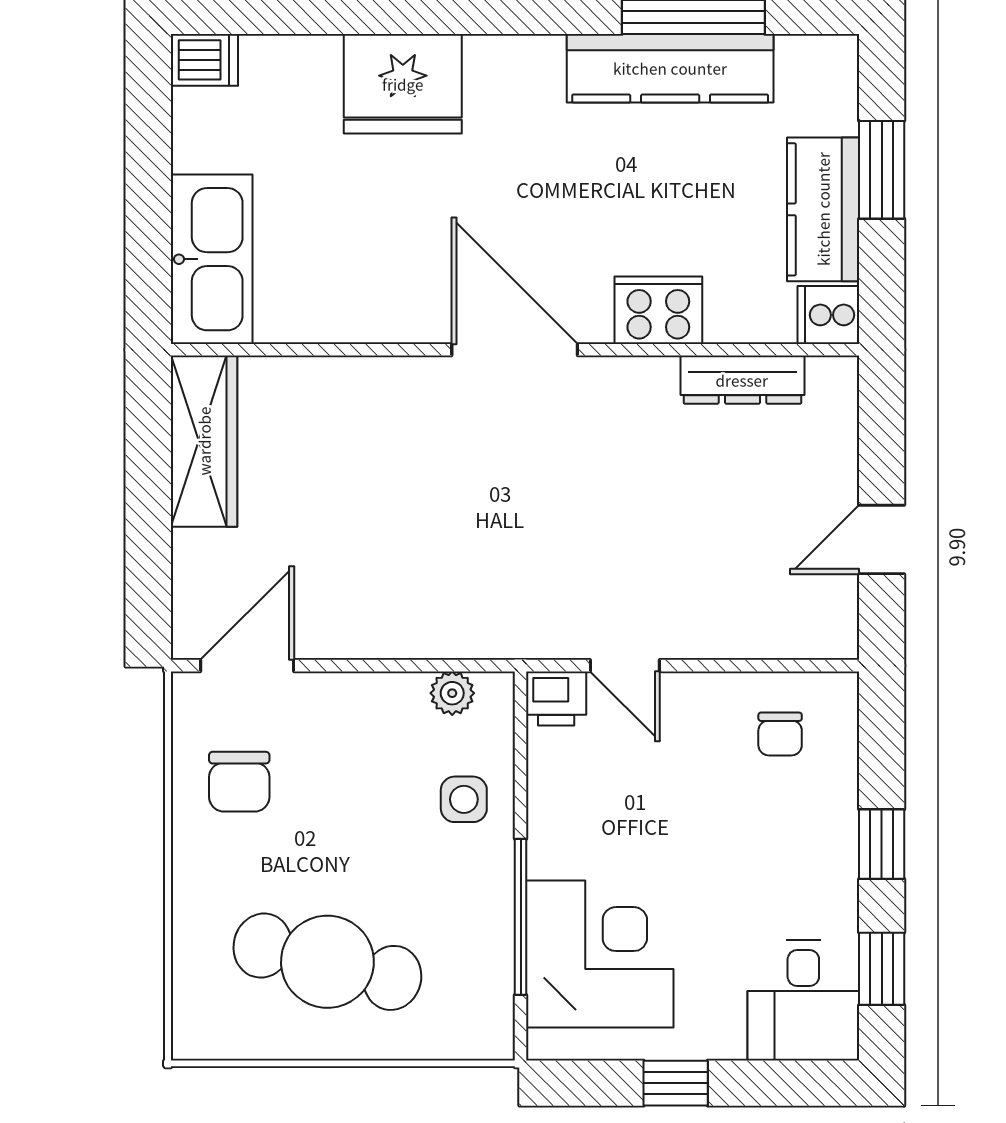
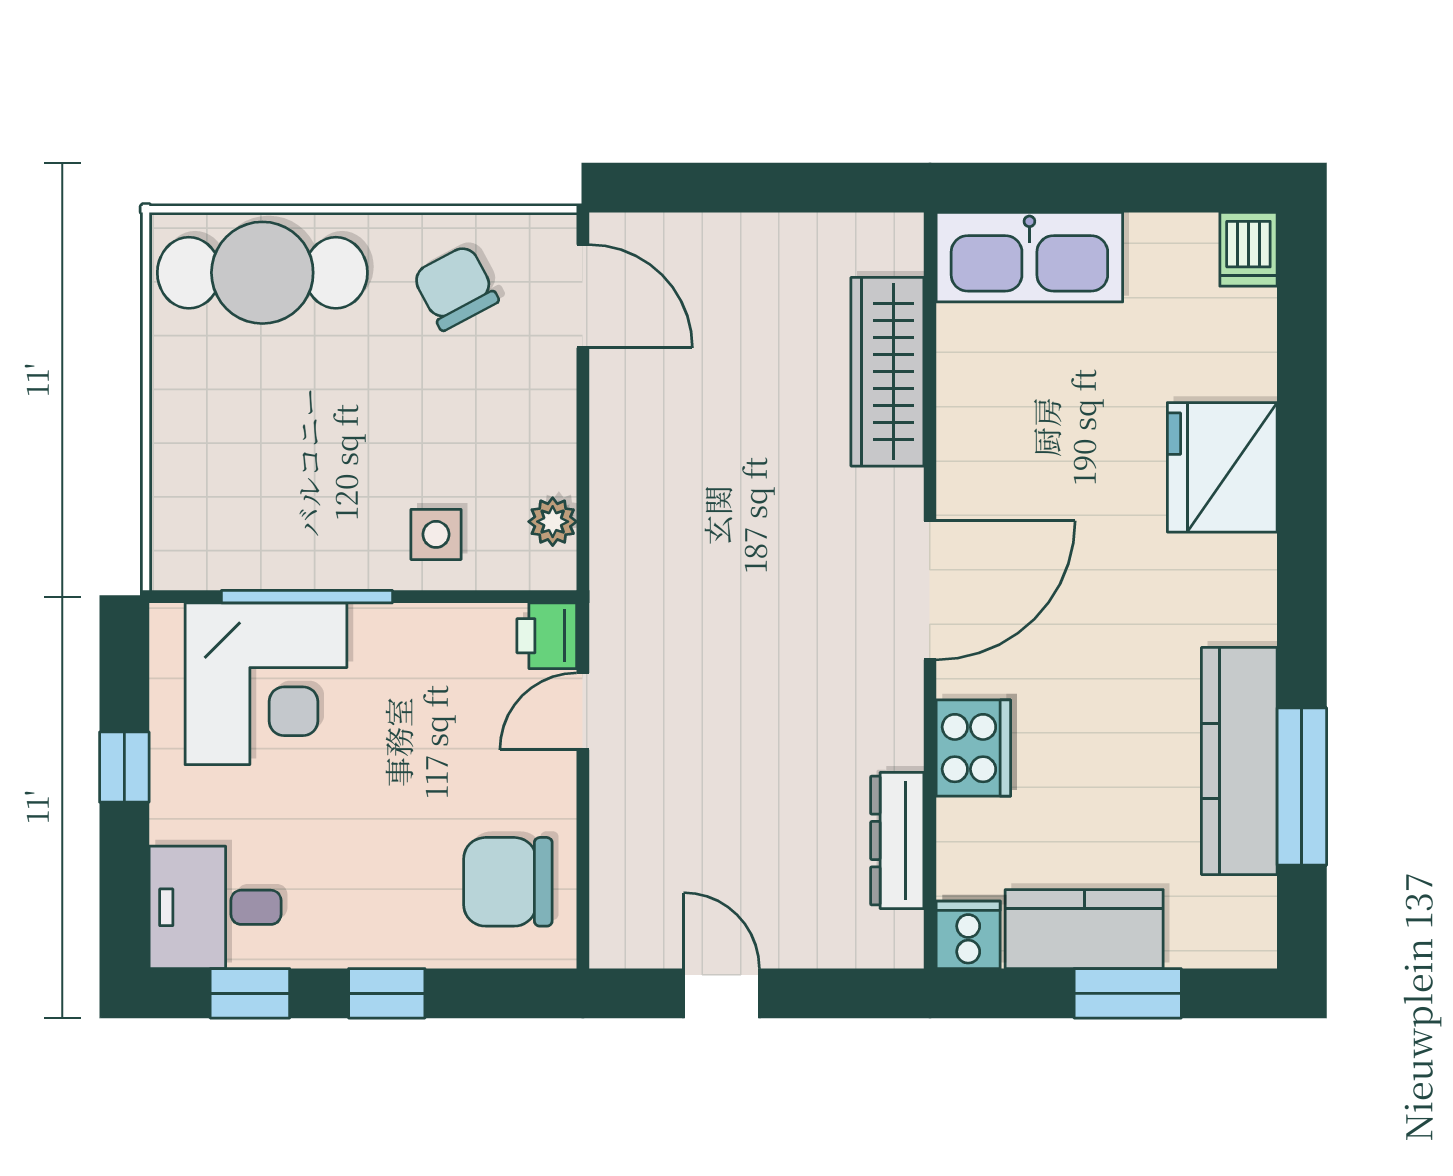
wardrobe: (204, 441) -> (887, 372), moved, turned 90
chair: (780, 734) -> (508, 882), width x1.87, depth x1.87
chair: (239, 782) -> (455, 288), turned 62
cafe table: (327, 962) -> (262, 273), moved, turned 76

